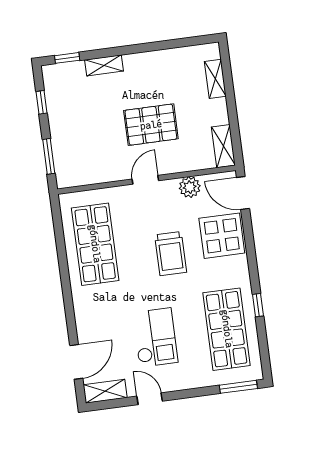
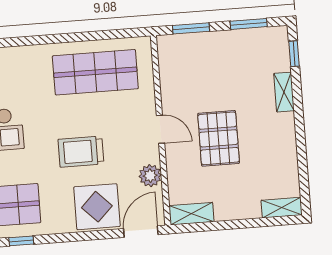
shelving: (215, 79) -> (282, 208), moved
window: (42, 102) -> (249, 24), width x1.50

